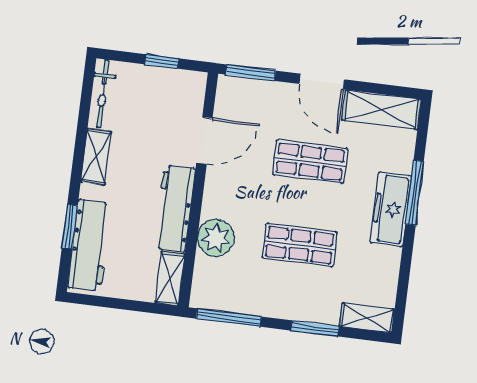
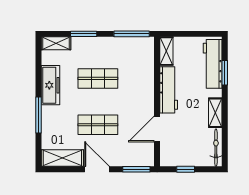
freezer: (391, 209) -> (51, 85), moved
plant: (216, 238) -> (144, 77), removed

